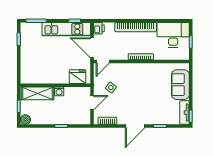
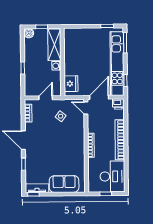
kitchen unit: (66, 29) -> (117, 64), width x1.36
door: (92, 103) -> (46, 98), swing flipped

